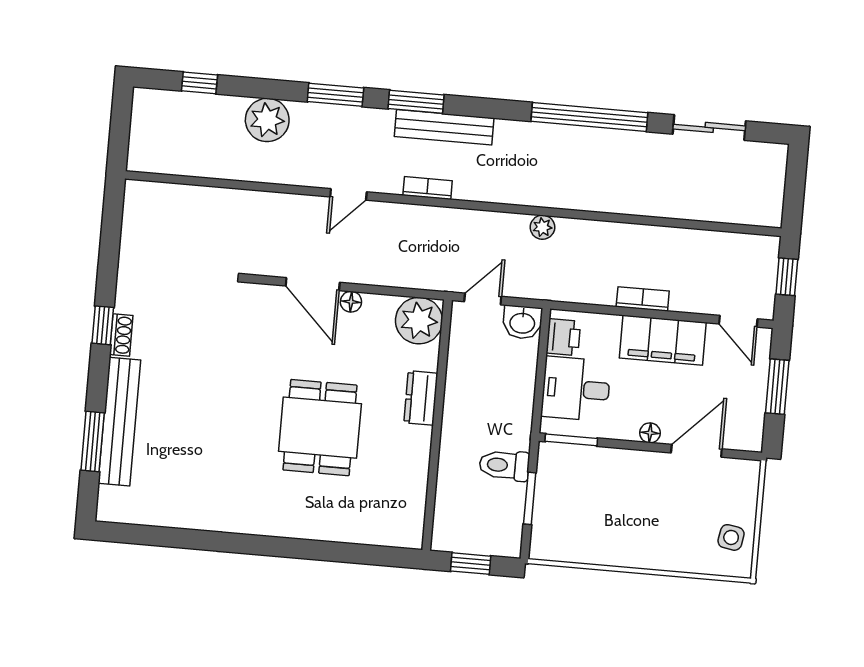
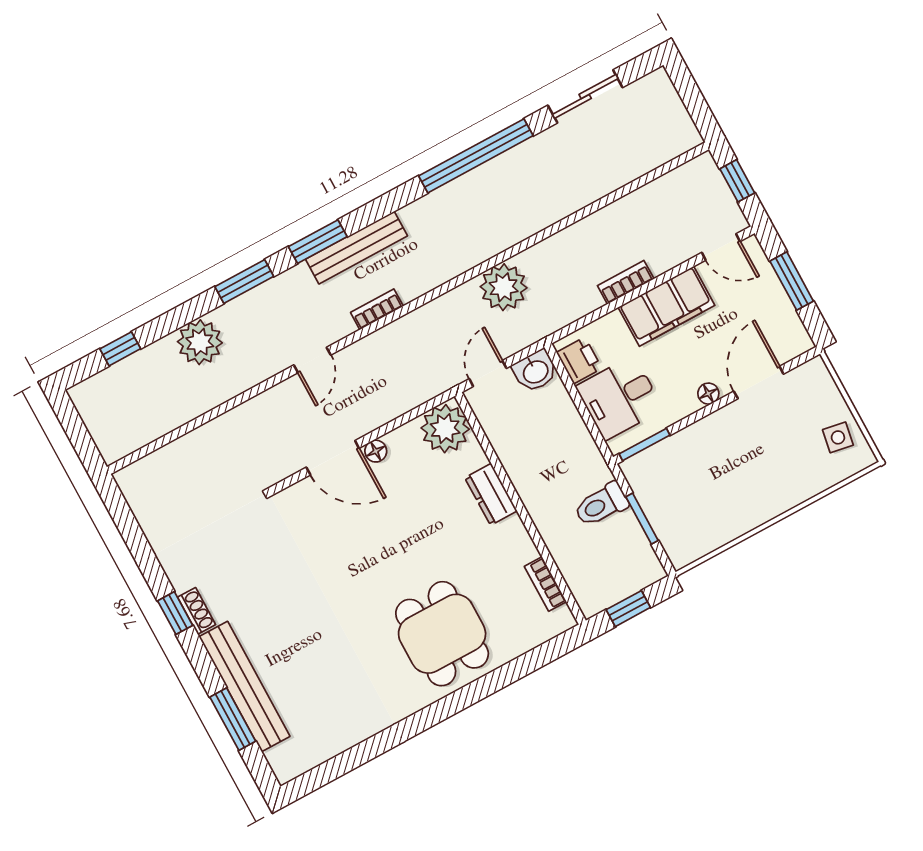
plant: (542, 227) -> (504, 287), width x1.88, depth x1.88
dining table: (320, 428) -> (442, 634), moved
bookcase: (417, 500) -> (545, 584), added

